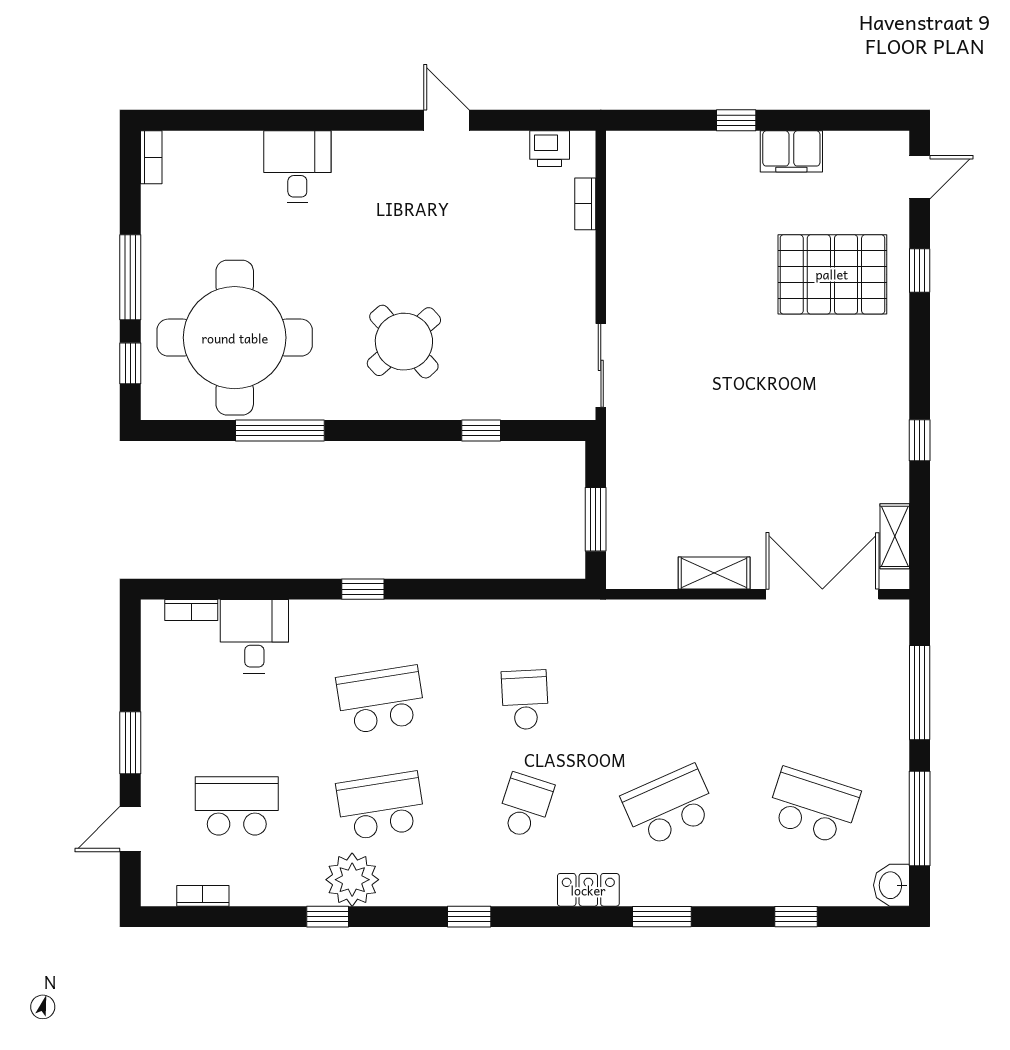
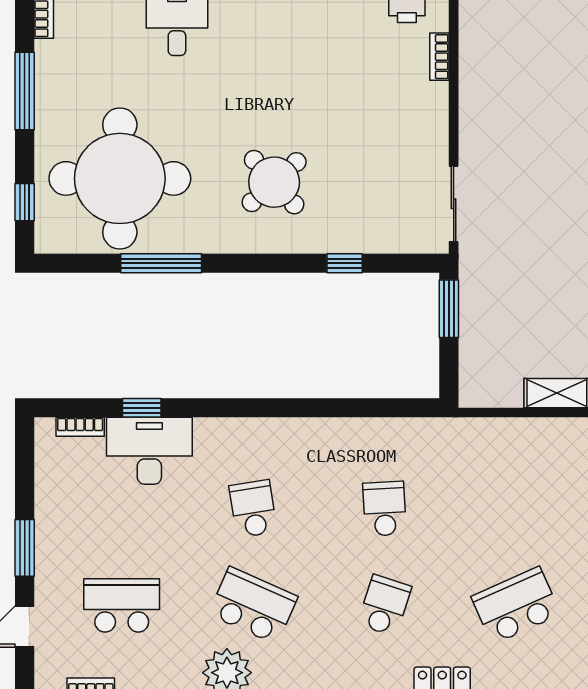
window: (130, 277) -> (25, 91), moved
window: (596, 519) -> (449, 309), moved
window: (363, 589) -> (142, 408), moved
desk: (254, 636) -> (149, 451), width x1.37
school desk: (381, 700) -> (253, 509), width x0.54
school desk: (381, 806) -> (253, 605), turned 33

